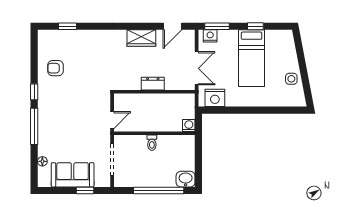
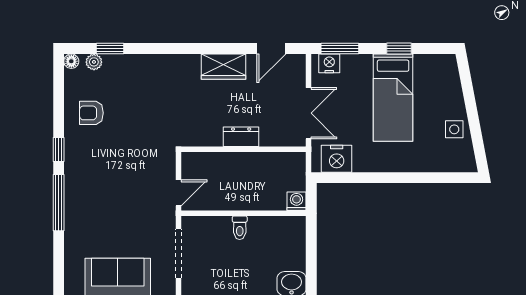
plant: (57, 35) -> (94, 62), added
floor lamp: (42, 161) -> (71, 61), moved

